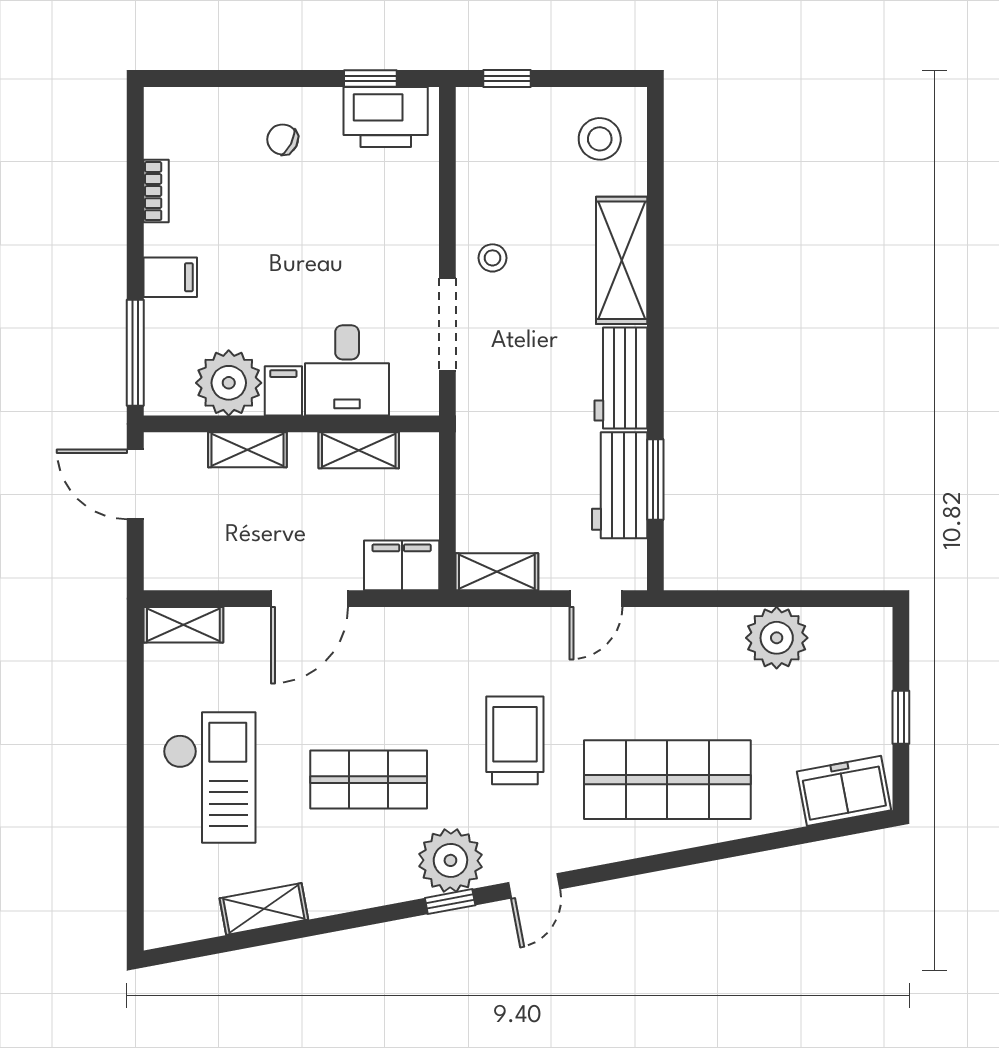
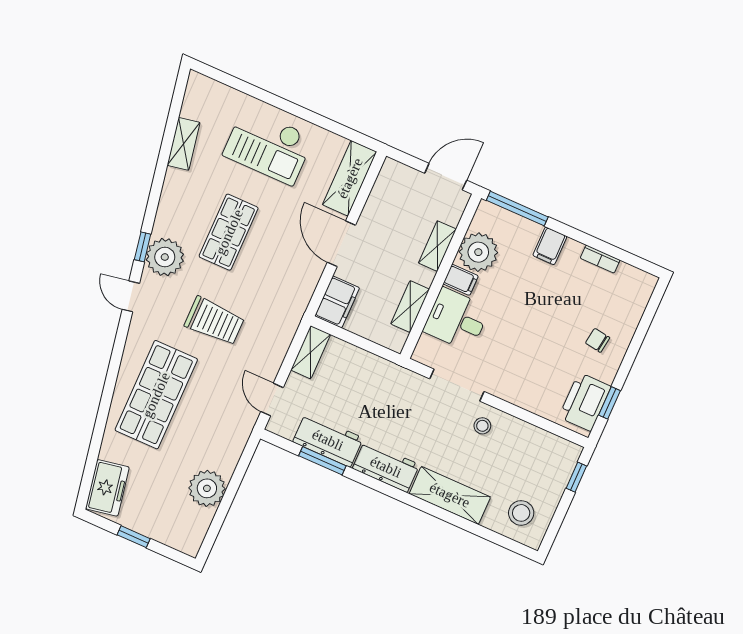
chair: (283, 139) -> (598, 340), turned -109
shelving: (183, 625) -> (350, 178), width x1.50, depth x1.33

